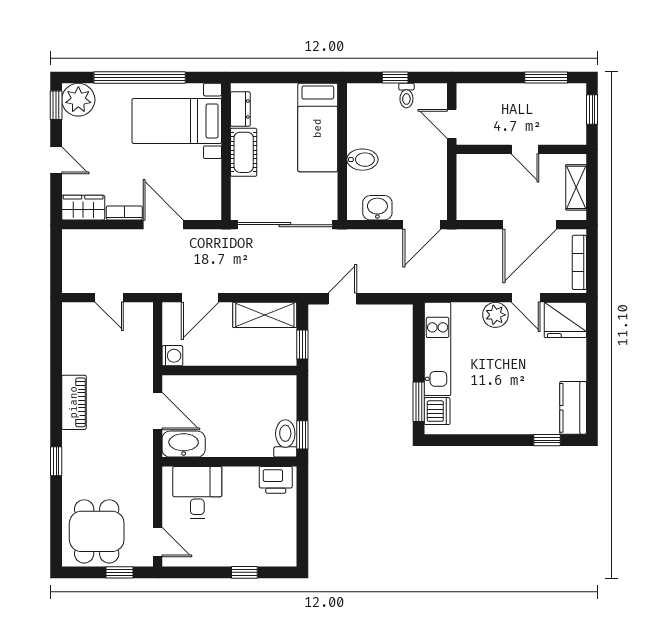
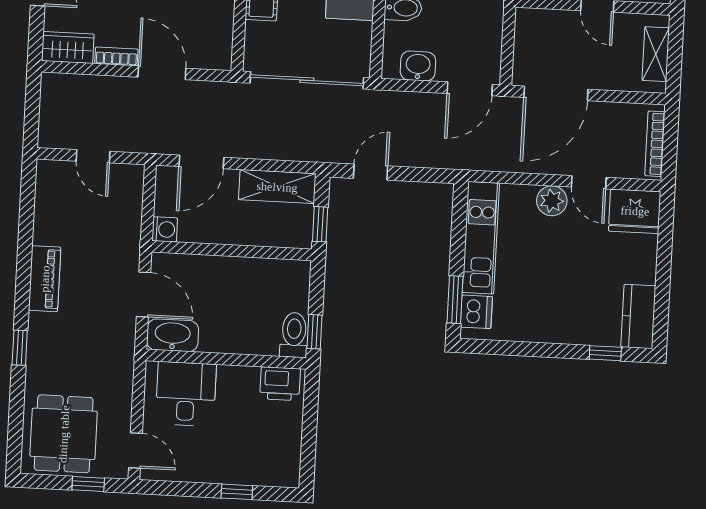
door: (530, 225) -> (556, 93), moved

